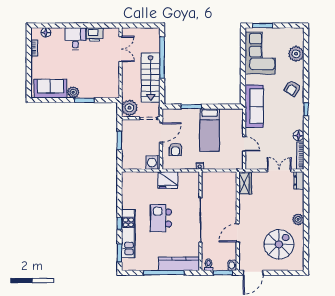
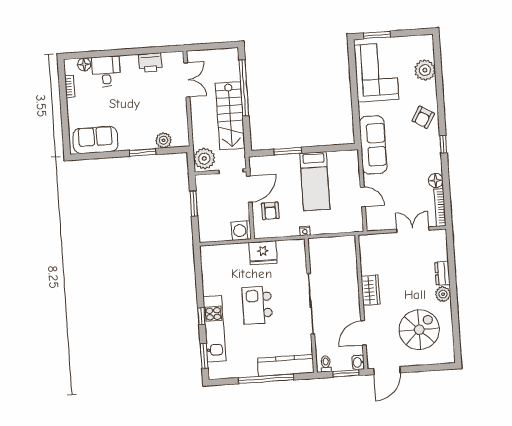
desk: (75, 39) -> (106, 71), moved
plant: (73, 92) -> (164, 140), moved
dresser: (299, 180) -> (442, 273), moved
wardrobe: (245, 183) -> (370, 290), moved
door: (238, 233) -> (363, 333), moved

